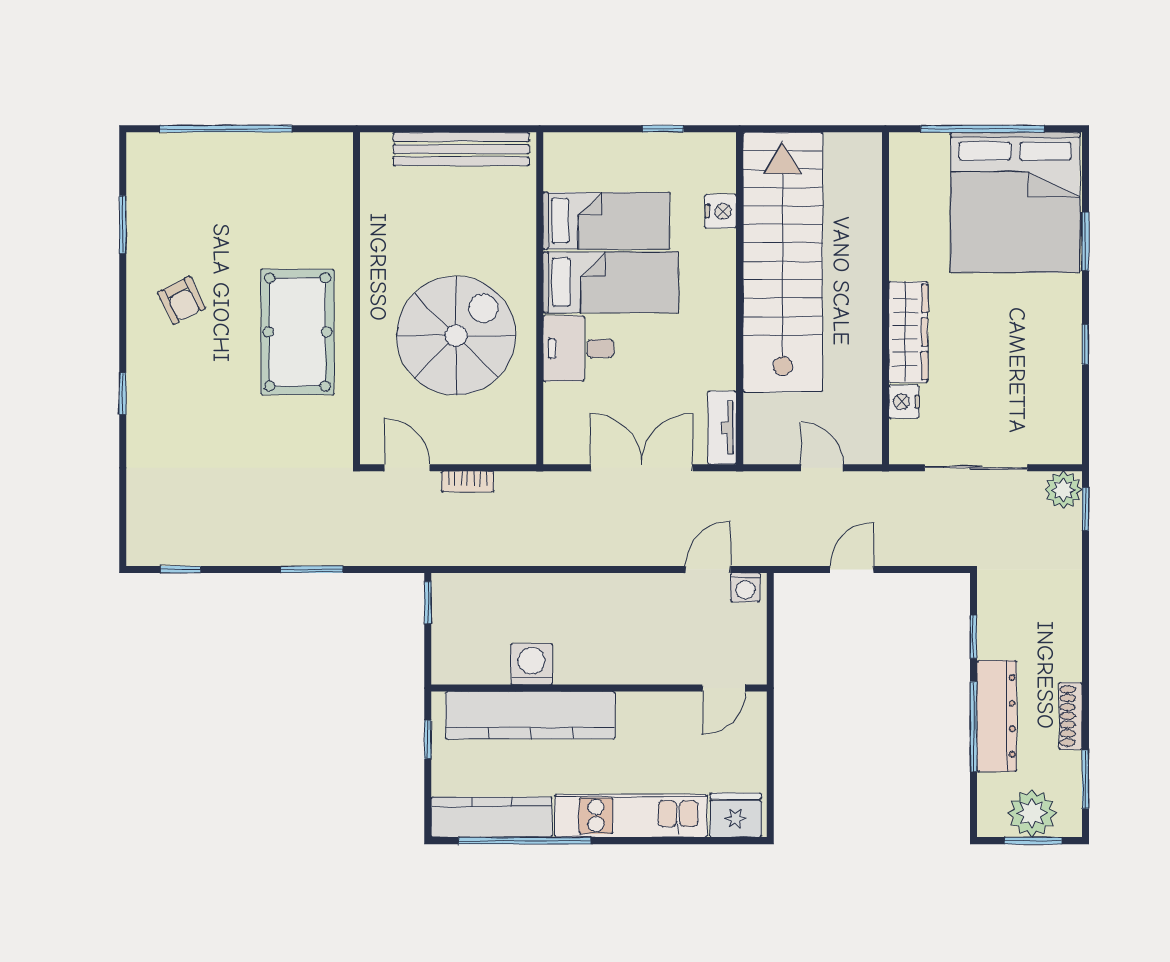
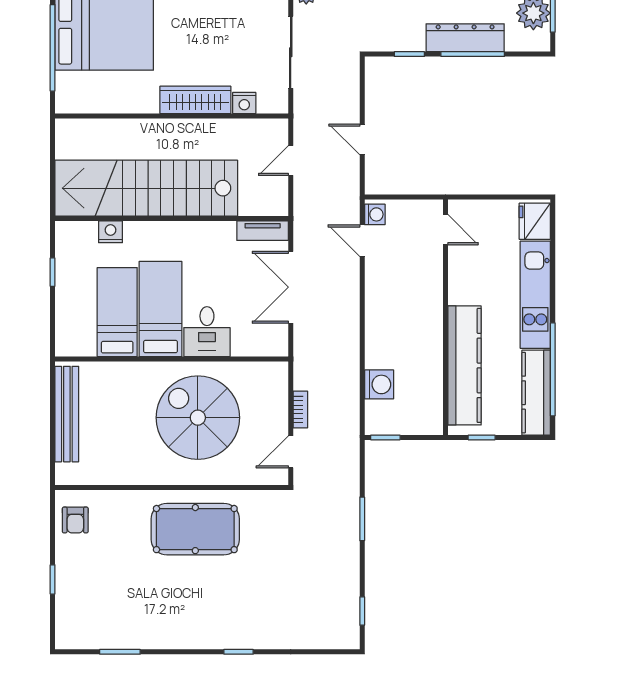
window: (226, 129) -> (53, 579), width x0.32
armchair: (182, 300) -> (75, 520), moved, turned 117
washing machine: (532, 664) -> (379, 384), moved, turned 180

